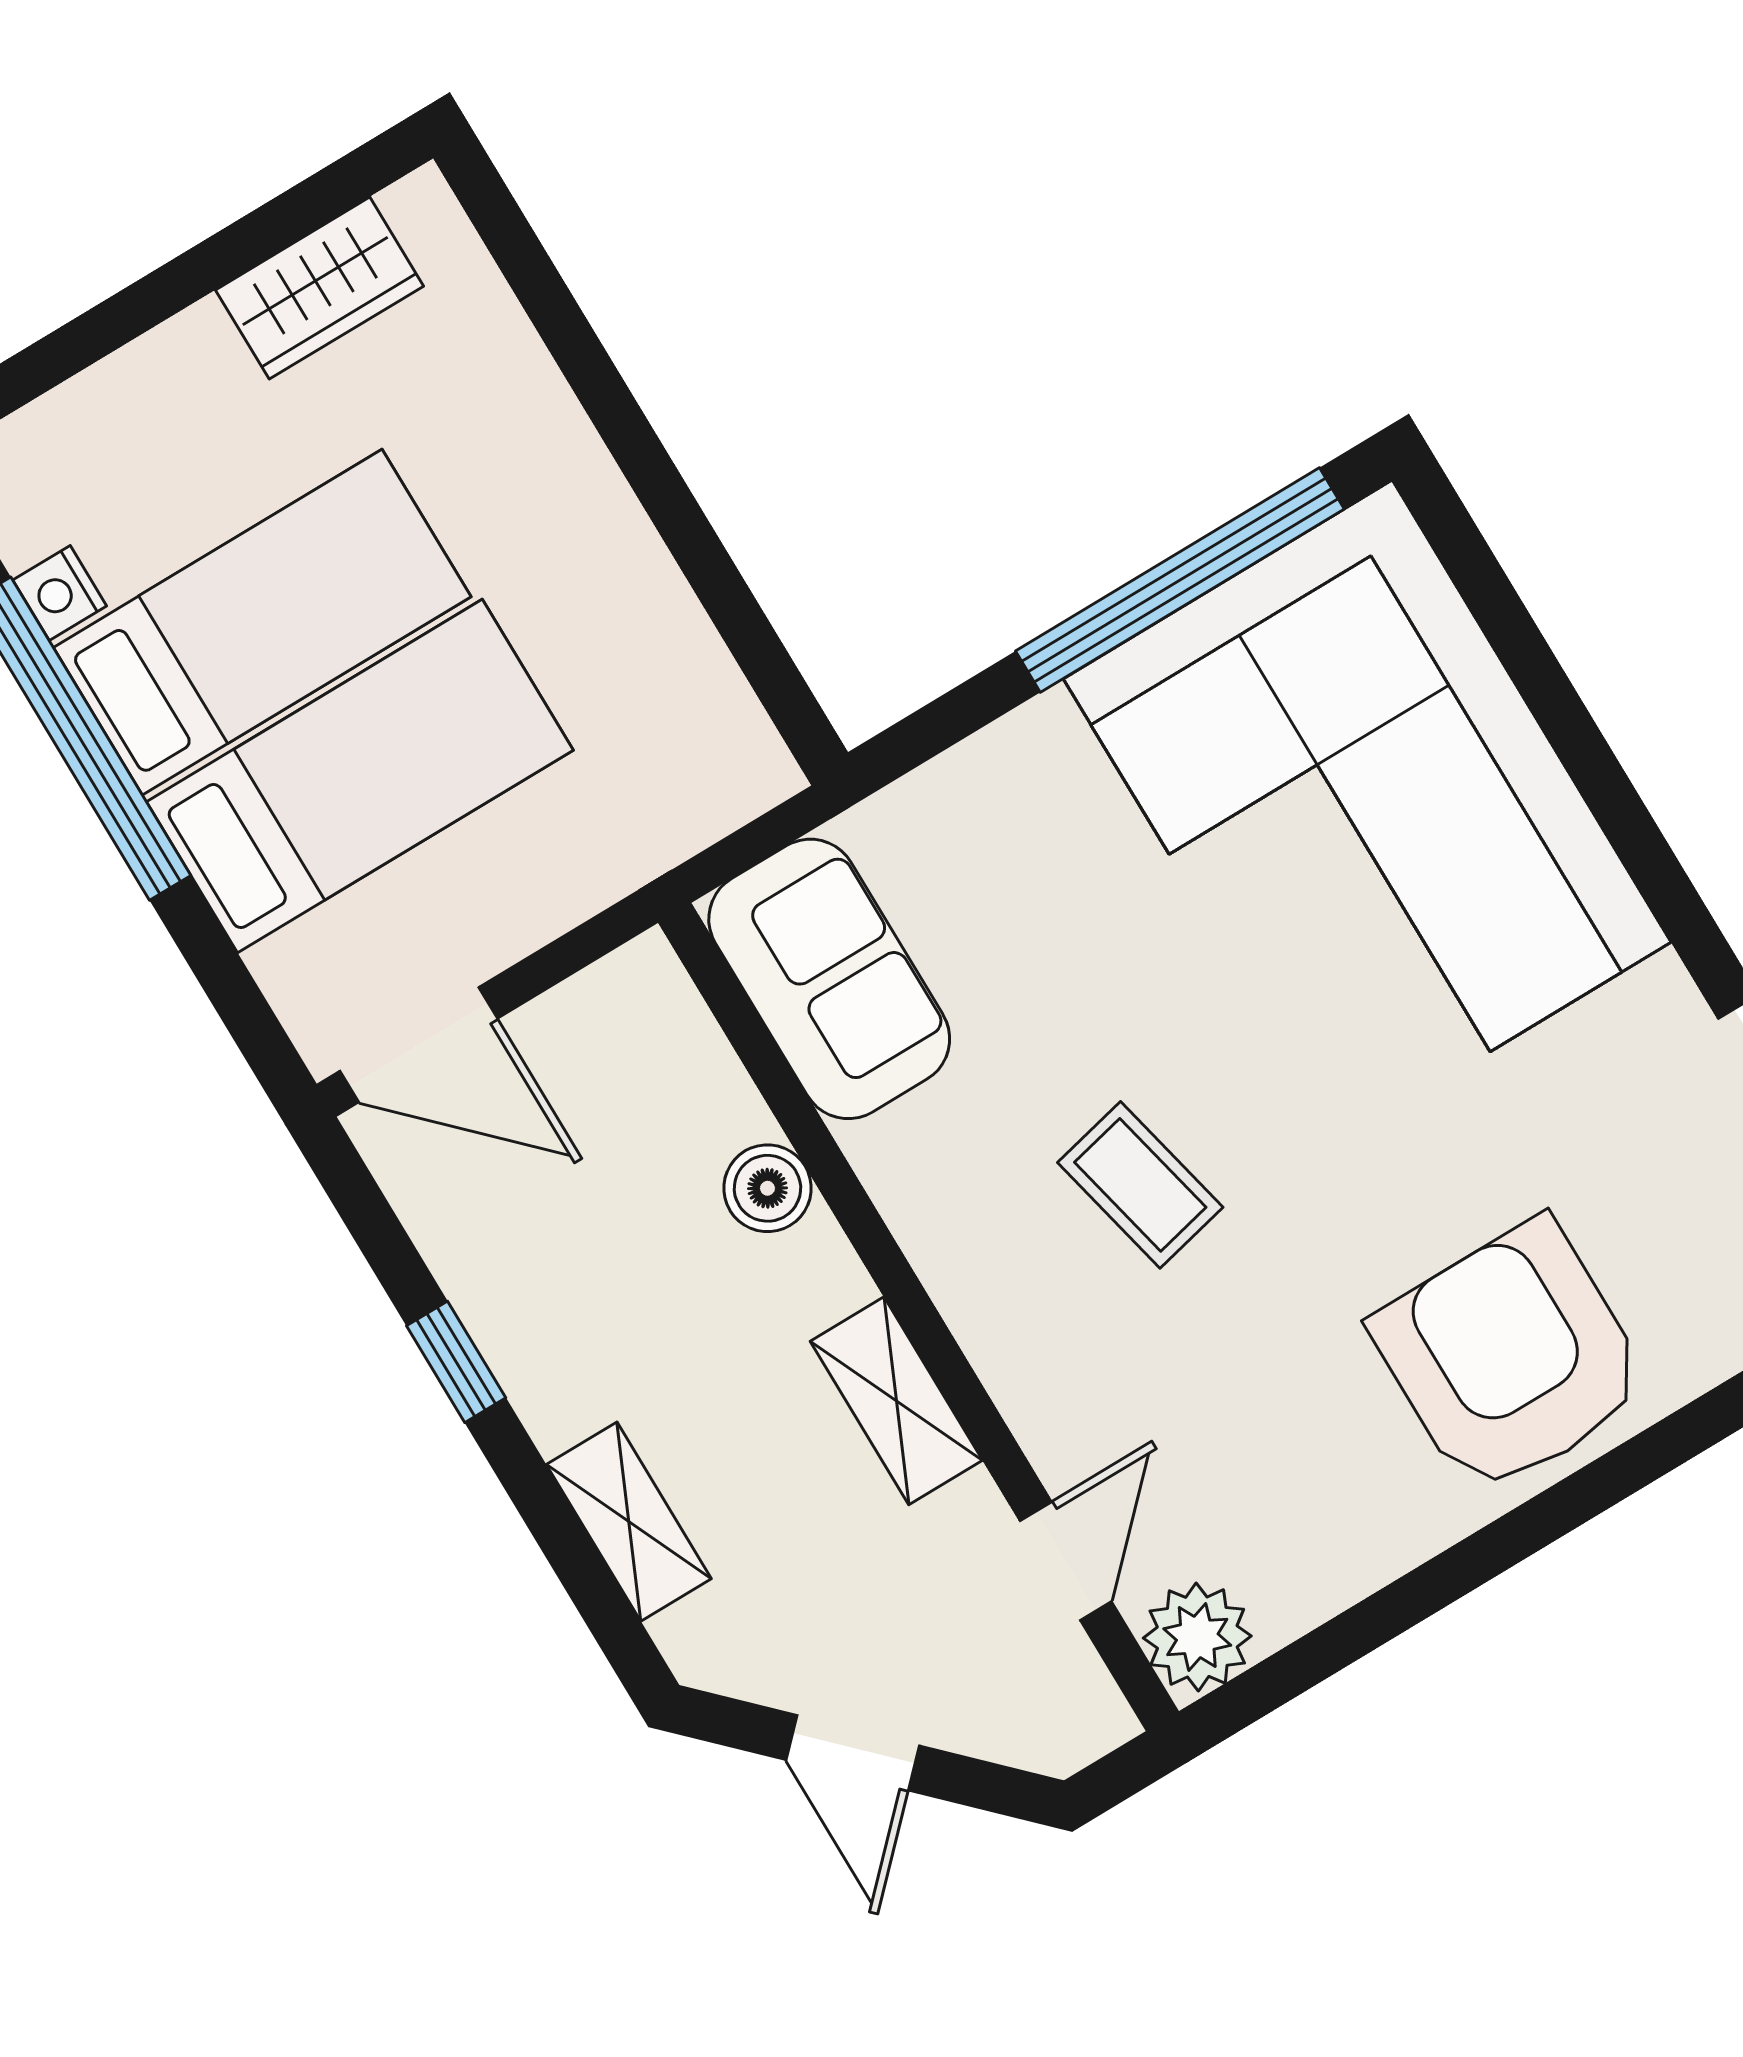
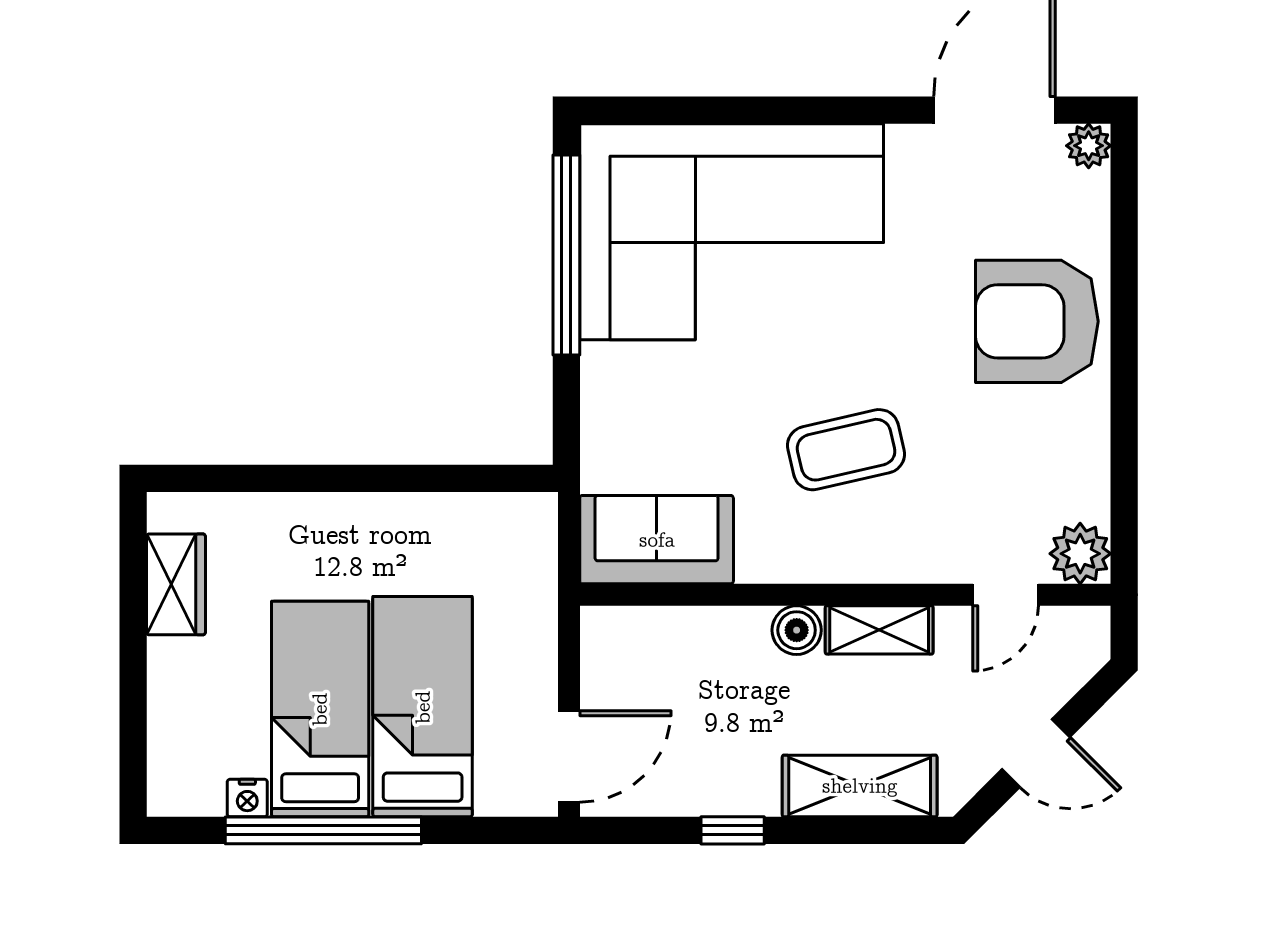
coffee table: (1140, 1185) -> (846, 450), width x1.36, depth x1.30
boiler: (767, 1188) -> (797, 630), moved
shelving: (629, 1522) -> (860, 786), width x1.50, depth x1.33
door: (1066, 1561) -> (1006, 595), swing flipped

